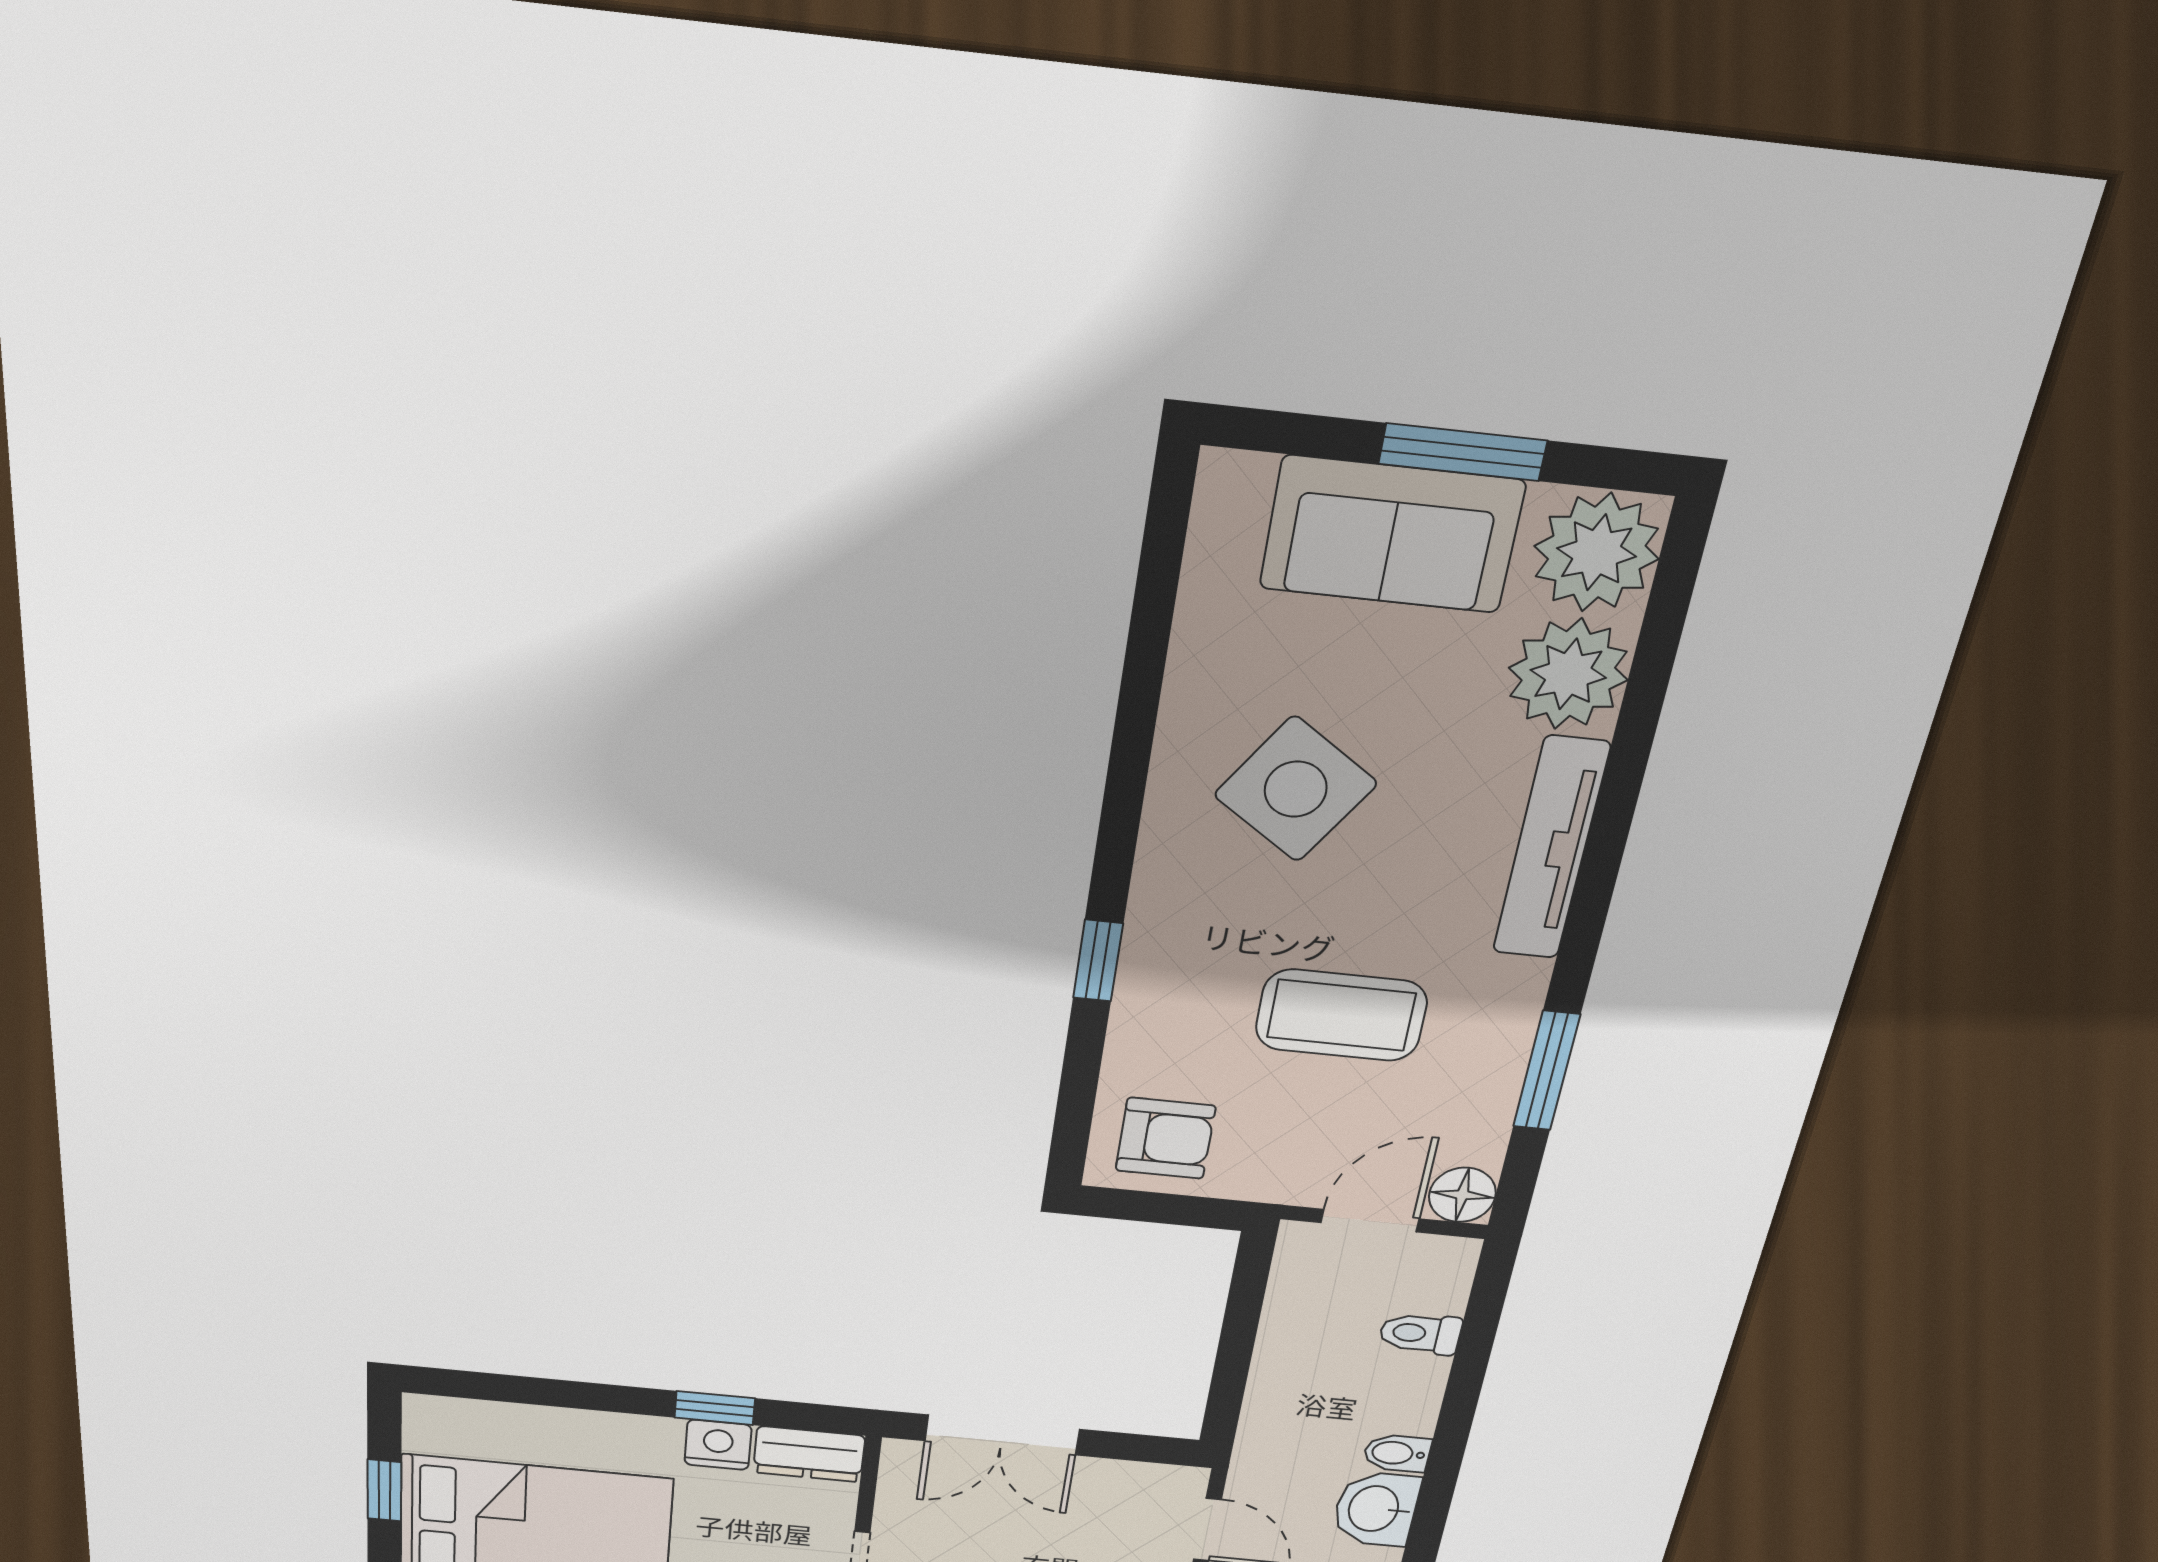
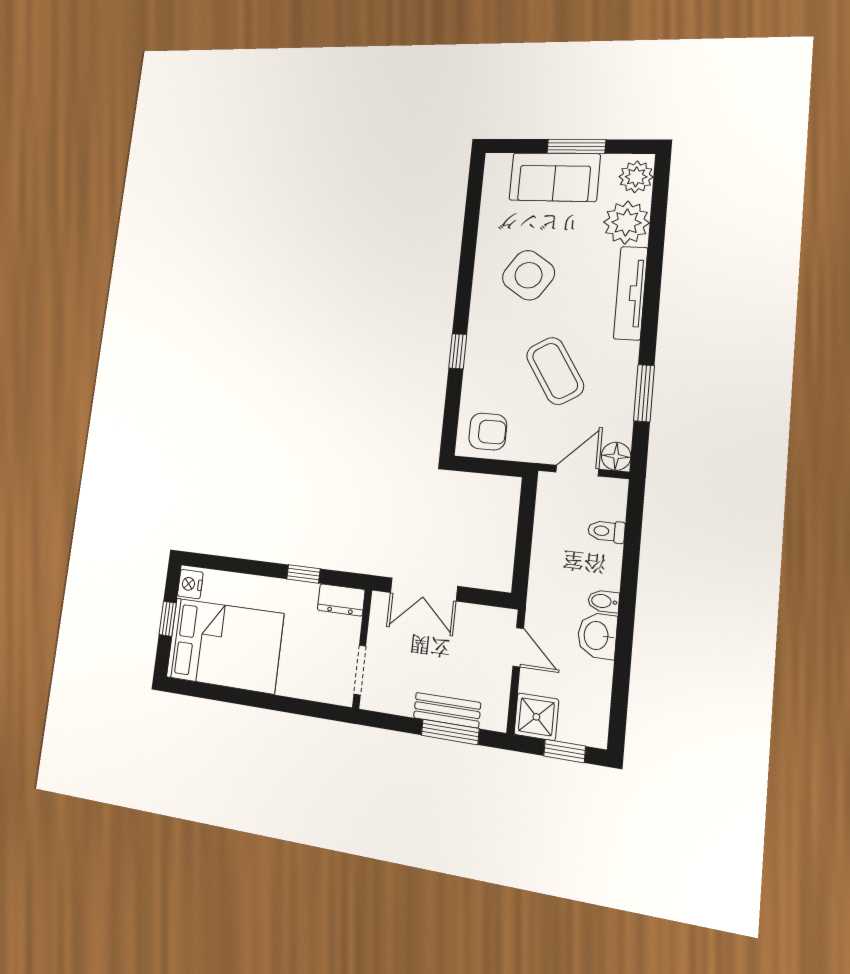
plant: (1597, 552) -> (636, 177), width x0.73, depth x0.73
coffee table: (1341, 1015) -> (555, 371), turned 58
nightstand: (718, 1445) -> (190, 584), moved, turned -90

